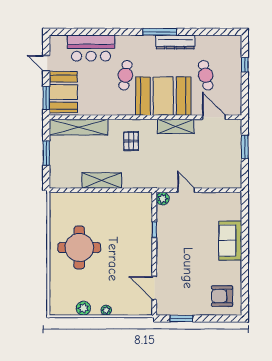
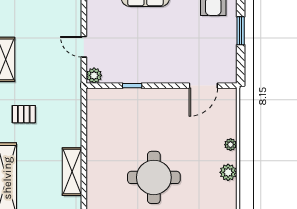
shelving: (102, 180) -> (72, 172), moved
door: (186, 190) -> (84, 47), hinge flipped
window: (181, 318) -> (241, 31), moved

